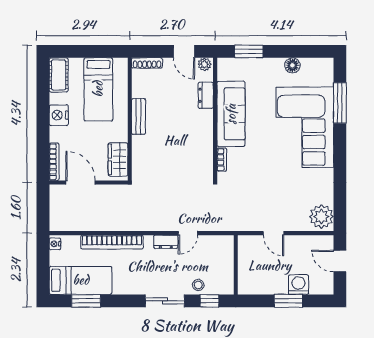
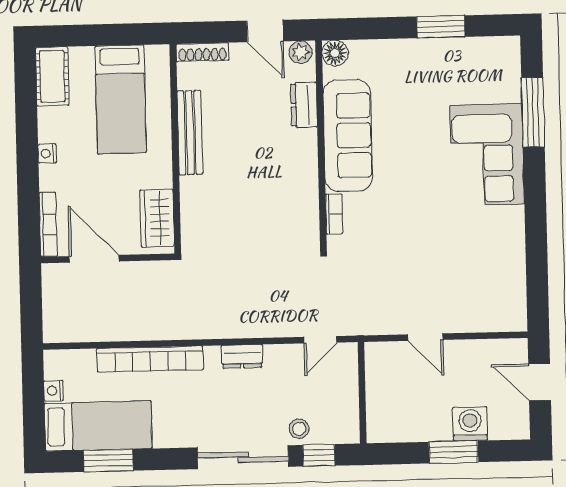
window: (249, 51) -> (441, 27), moved
floor lamp: (292, 65) -> (335, 53), moved
nightstand: (59, 115) -> (47, 154), width x0.53, depth x0.56
bench: (138, 116) -> (190, 133), width x1.36
corner sofa: (305, 127) -> (487, 155), width x0.73, depth x0.74
plant: (321, 216) -> (506, 307), removed
door: (188, 233) -> (320, 340), moved
nightstand: (55, 244) -> (54, 391), moved
sliding door: (165, 301) -> (243, 457), width x1.37

